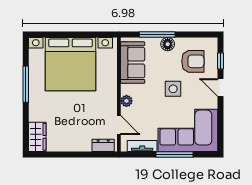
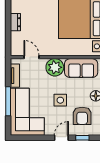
plant: (126, 101) -> (55, 67), width x1.87, depth x1.87
door: (119, 125) -> (32, 57), swing flipped
dresser: (103, 145) -> (15, 22), moved

